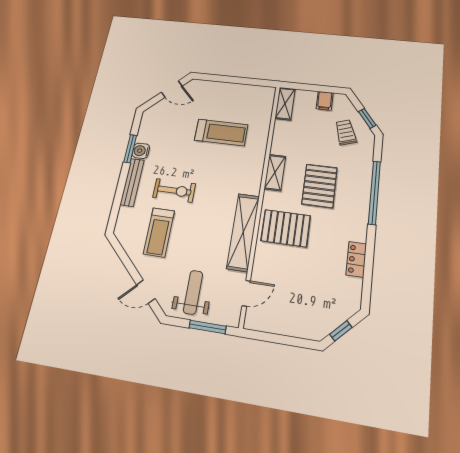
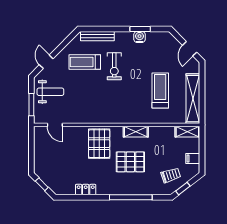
treadmill: (221, 132) -> (160, 90), turned 180
bench: (132, 182) -> (97, 36), moved
shelving: (243, 232) -> (193, 99), moved, turned 90

